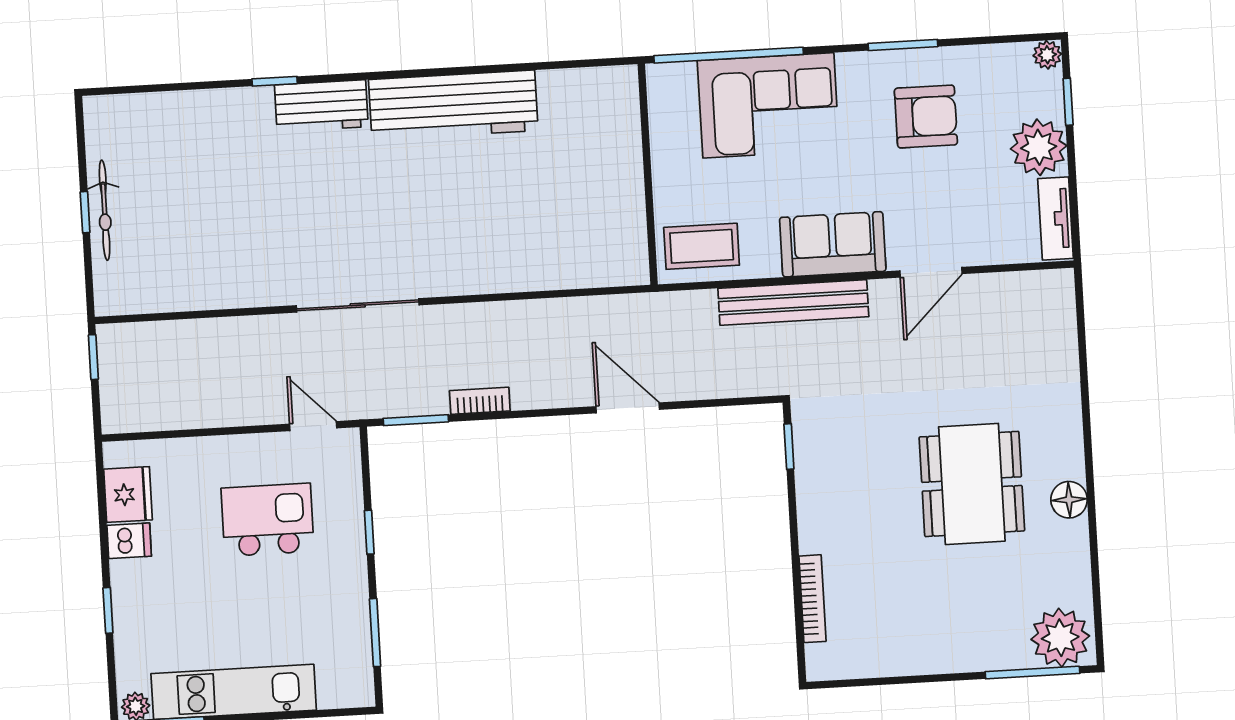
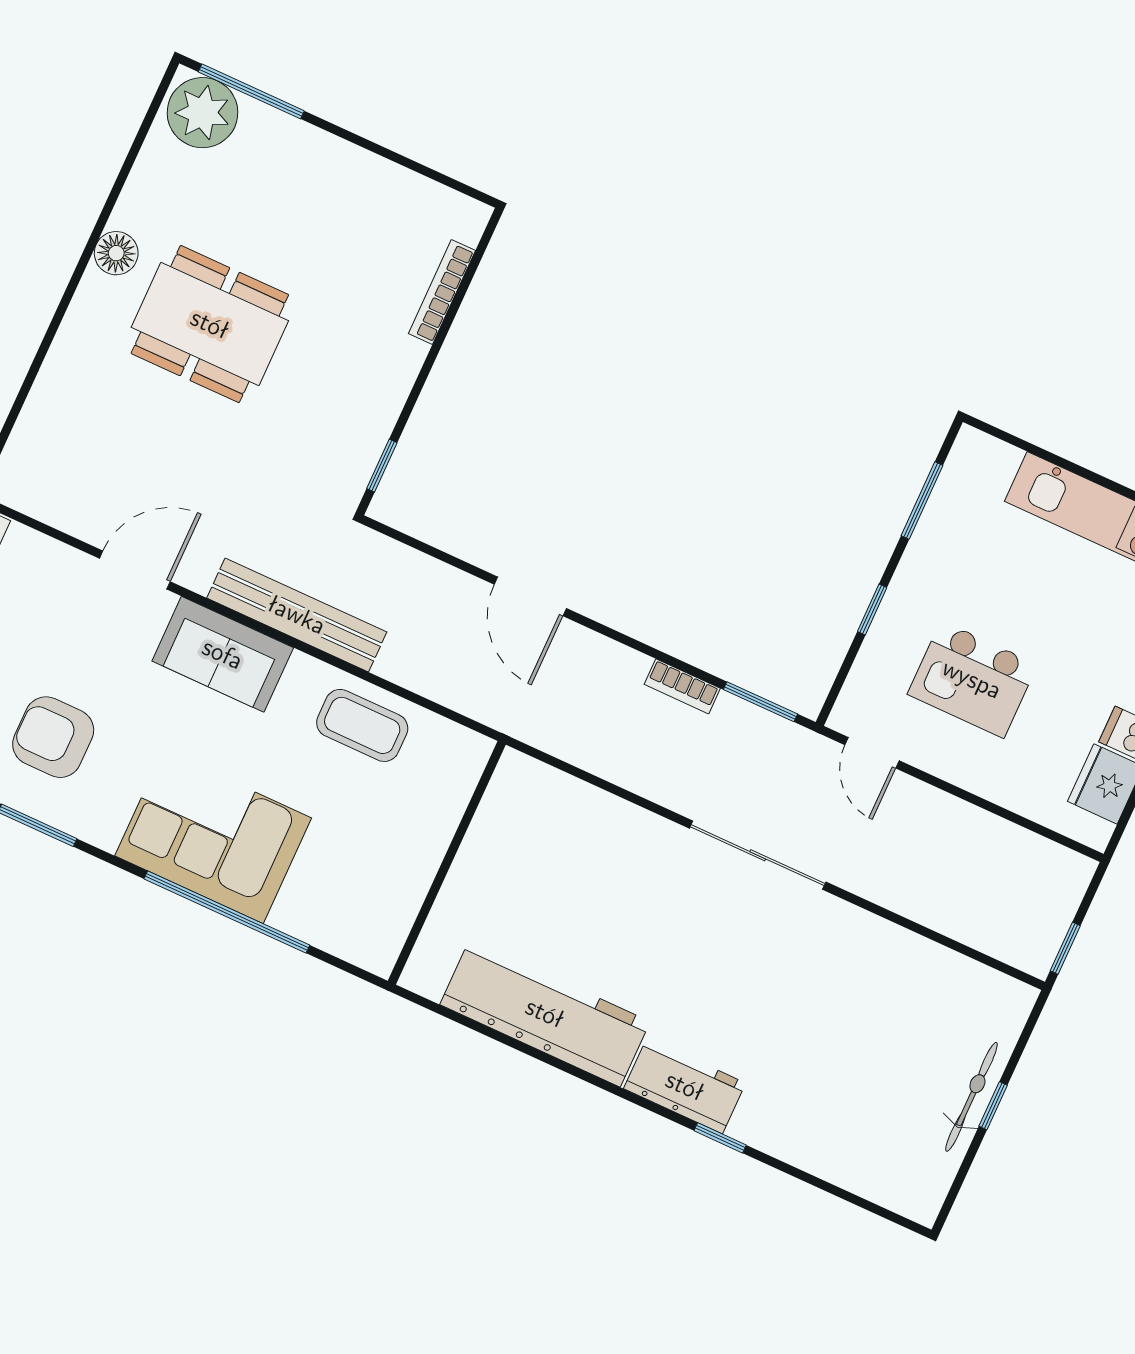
wall: (648, 174) -> (447, 863), moved
dining table: (972, 484) -> (210, 324), turned 90

